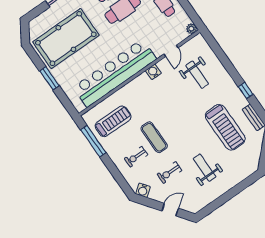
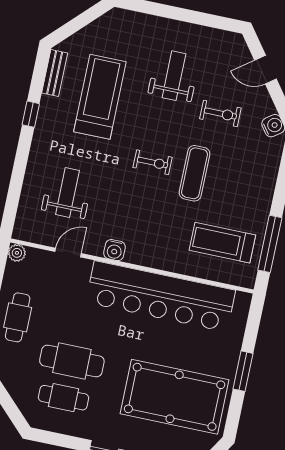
exercise bike: (136, 157) -> (153, 162), moved
weight bench: (205, 168) -> (174, 76), turned 180

